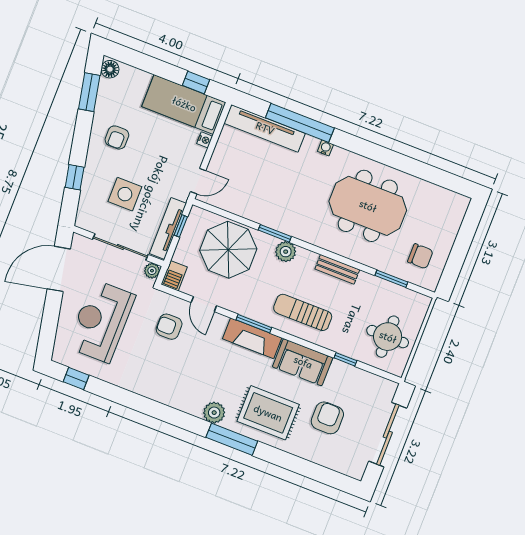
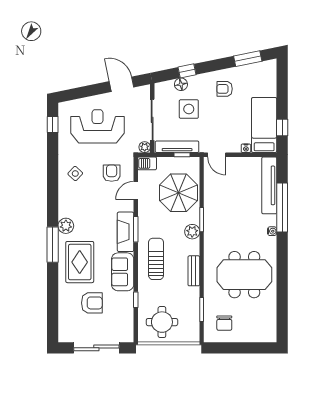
floor lamp: (110, 69) -> (181, 84), moved
meeting table: (368, 206) -> (244, 275), turned 90
door: (59, 269) -> (121, 84), width x0.73
side table: (151, 374) -> (75, 174), added

